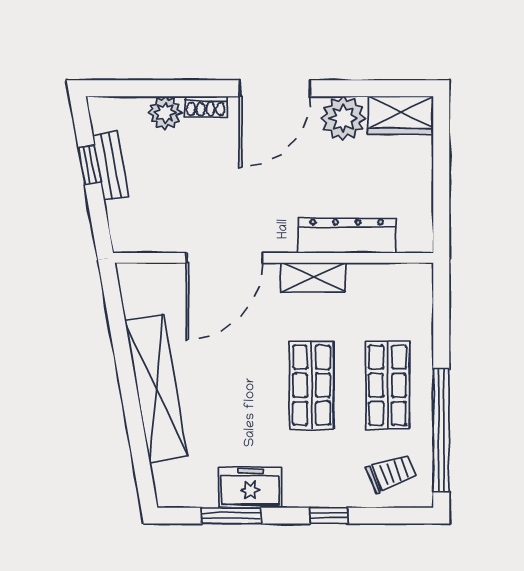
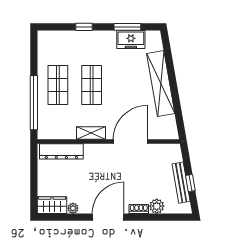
plant: (343, 118) -> (73, 208), width x0.53, depth x0.53
bench: (110, 166) -> (181, 183), width x1.36
dresser: (347, 236) -> (61, 151), moved
window: (441, 430) -> (34, 103), moved
trolley: (391, 473) -> (56, 46), removed
freezer: (250, 487) -> (131, 40), moved

